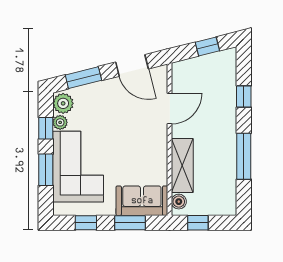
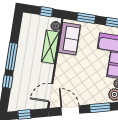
door: (170, 109) -> (51, 93), moved
window: (244, 156) -> (12, 57), moved
sofa: (142, 201) -> (69, 39), moved, turned -90

